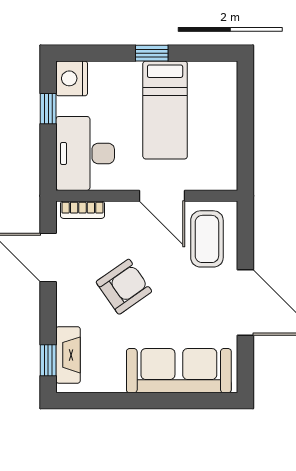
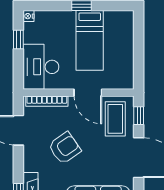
nightstand: (72, 78) -> (29, 16), width x0.53, depth x0.56
bookcase: (82, 210) -> (47, 101), width x1.56
window: (245, 233) -> (139, 116), added

